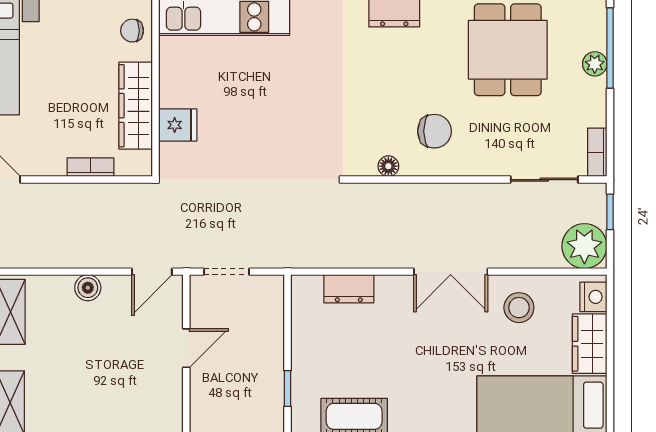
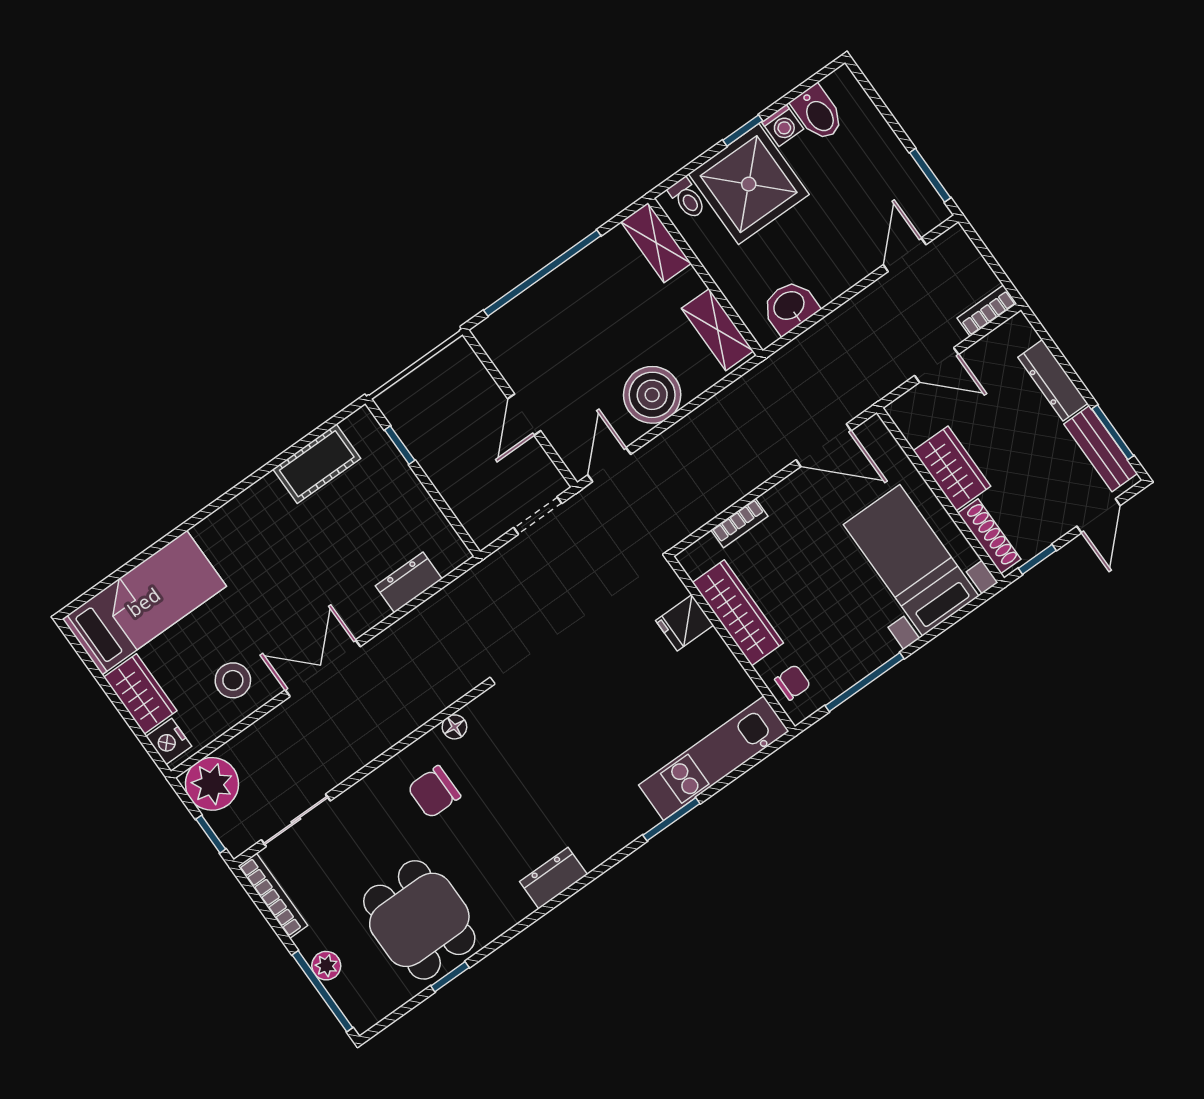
bookcase: (597, 152) -> (273, 896), width x1.56
boiler: (88, 288) -> (652, 395), width x1.86, depth x1.86

